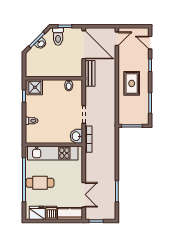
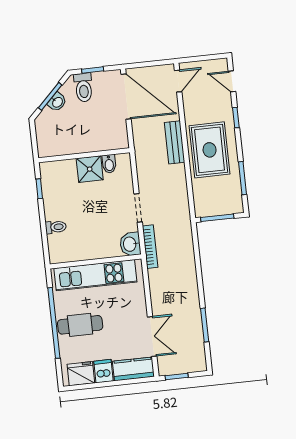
bench: (90, 73) -> (175, 142), moved
rug: (132, 83) -> (210, 150), width x1.36, depth x1.43
shower: (35, 87) -> (90, 169), moved

